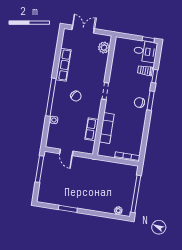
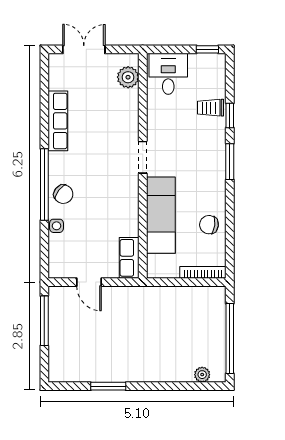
desk: (145, 51) -> (168, 74), moved, turned -90
chair: (76, 96) -> (63, 194), moved
chair: (139, 103) -> (209, 225), moved
exam couch: (107, 128) -> (161, 215), width x1.36, depth x1.45
row of seats: (92, 129) -> (129, 258), moved

